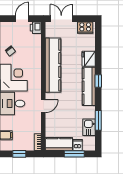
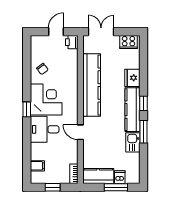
door: (43, 106) -> (80, 132), swing flipped
window: (98, 120) -> (144, 132), moved
kitchen sink: (89, 127) -> (133, 142), moved

